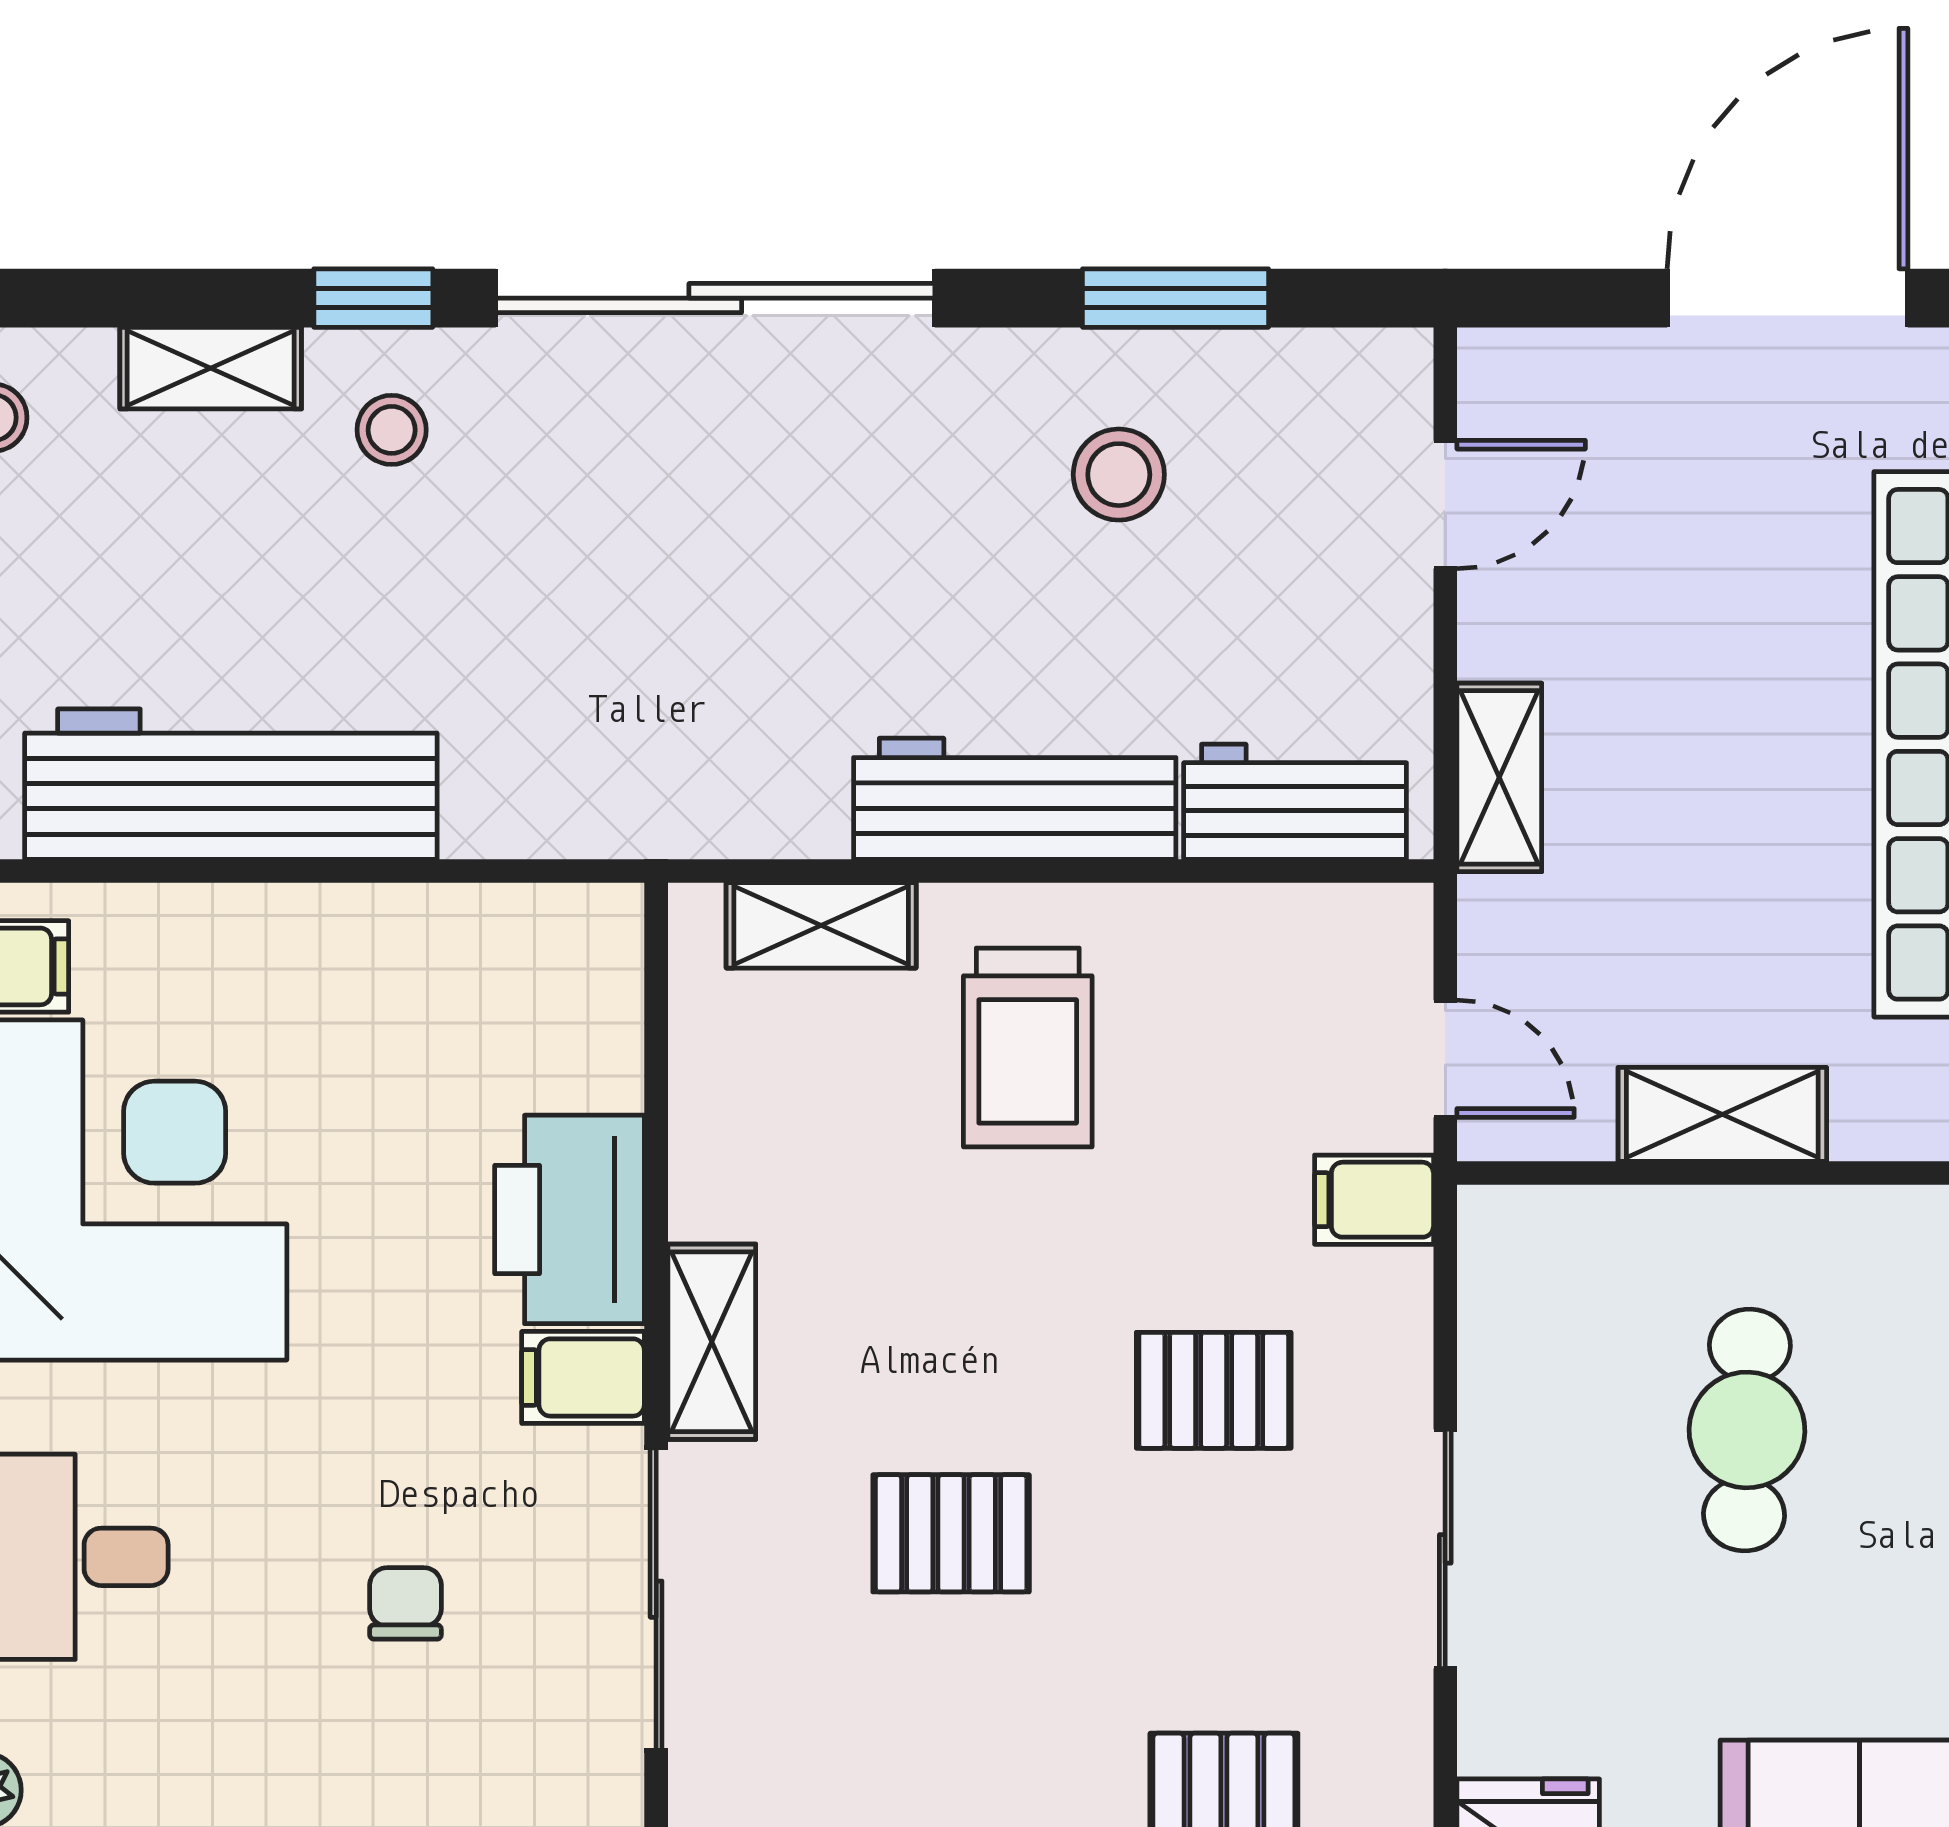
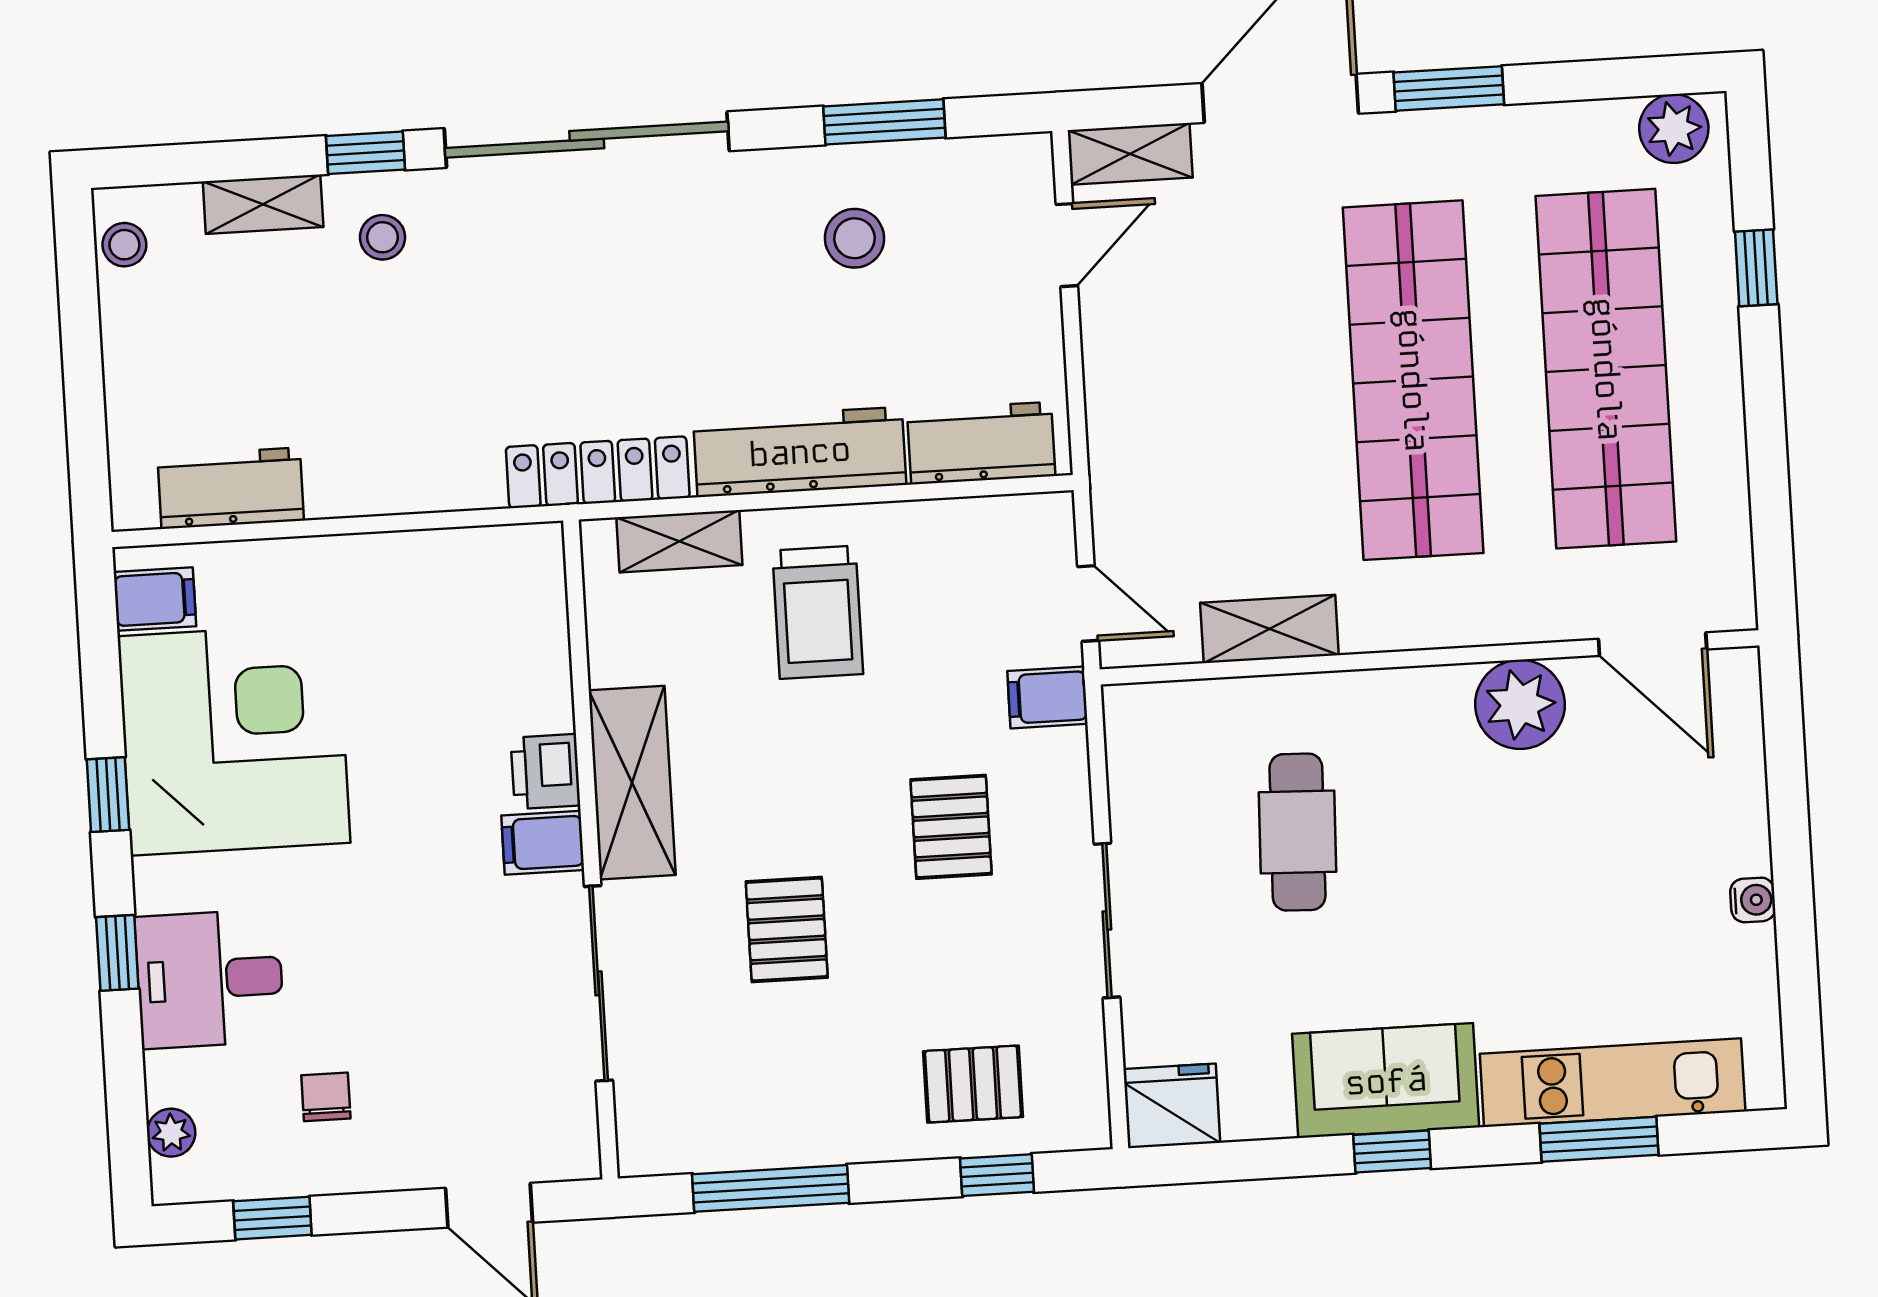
shelving: (1499, 777) -> (1130, 154), moved, turned 90
workbench: (231, 784) -> (231, 488), width x0.53, depth x0.76
locker: (702, 812) -> (598, 472), added
printer: (570, 1219) -> (545, 772), width x0.53, depth x0.68
shelving: (712, 1342) -> (632, 783), width x1.50, depth x1.33
pallet: (1214, 1390) -> (951, 827), turned 90
pallet: (951, 1533) -> (787, 929), turned 90
chair: (405, 1603) -> (326, 1097), moved

